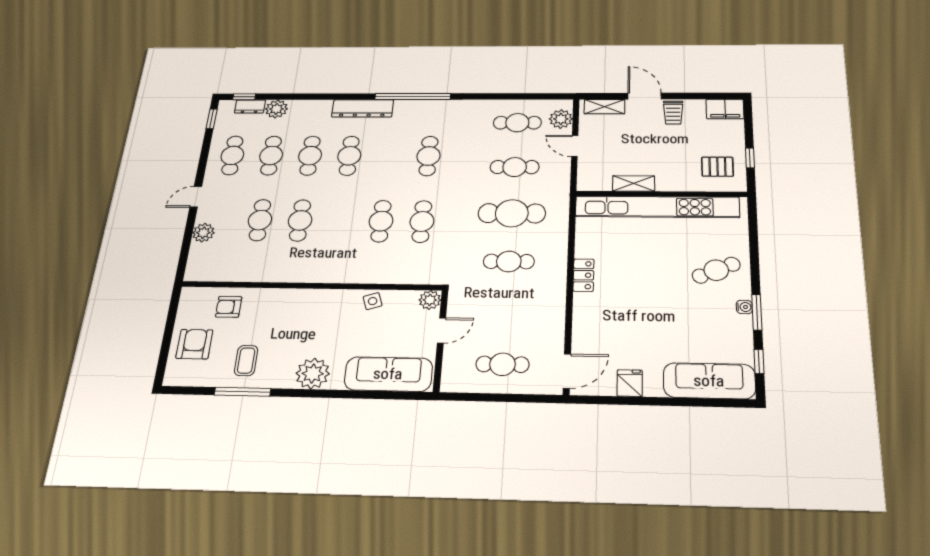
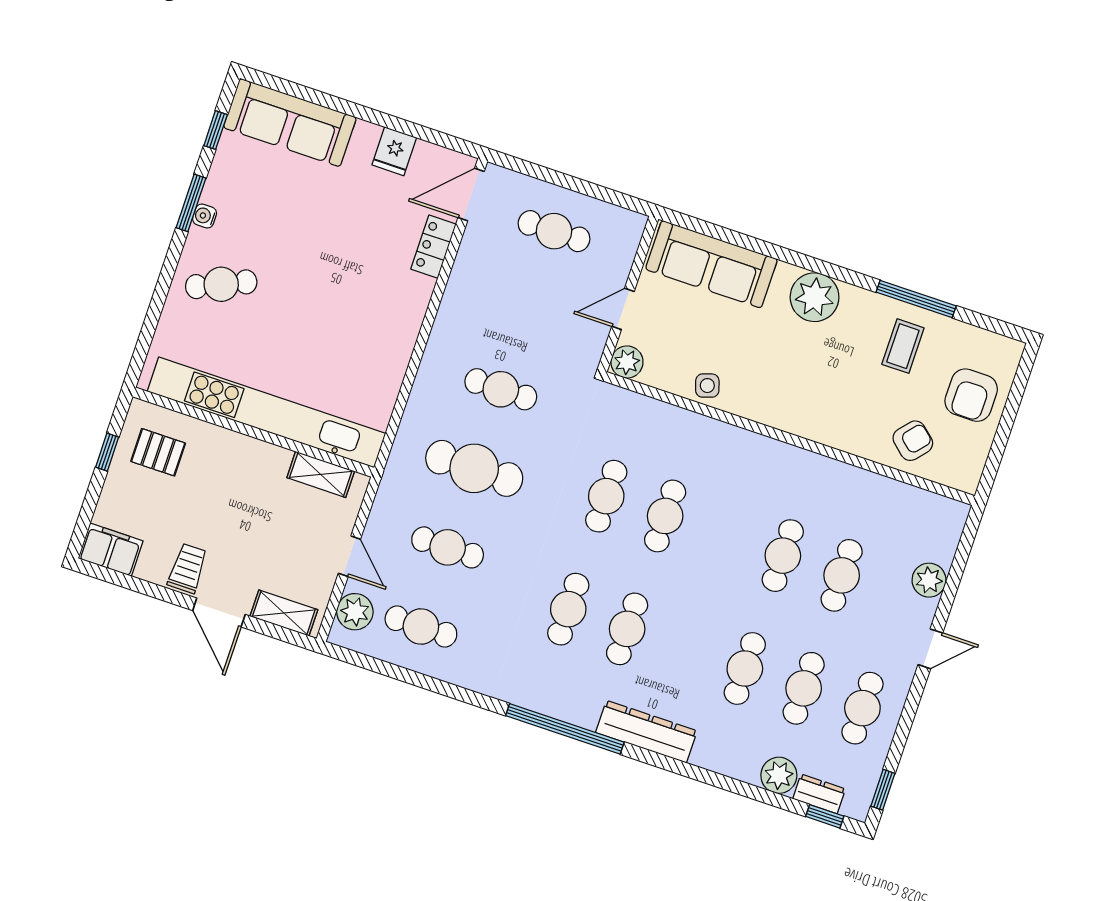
cafe table: (349, 156) -> (627, 629), moved
shelving: (634, 183) -> (321, 474), moved
locker: (583, 275) -> (433, 247), moved
armchair: (229, 307) -> (913, 441), turned -49

